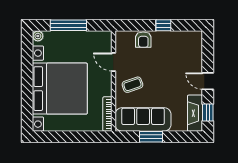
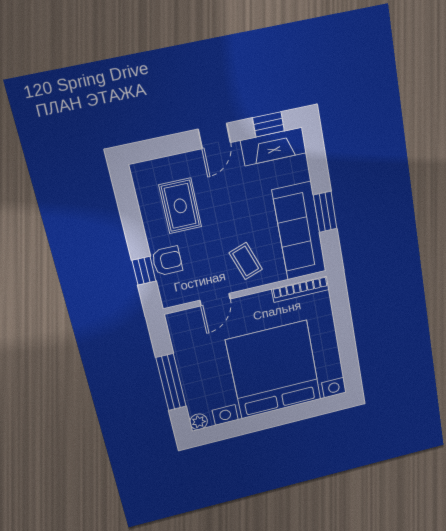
window: (163, 25) -> (144, 271), moved
rug: (173, 54) -> (180, 206), added

